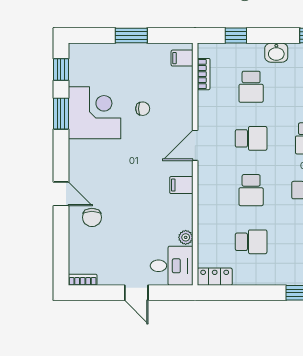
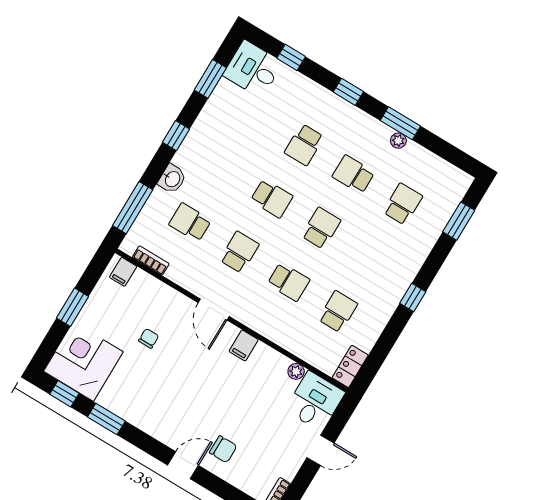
window: (236, 36) -> (133, 208), width x2.17
school desk: (251, 87) -> (190, 222), turned 180
corner desk: (95, 113) -> (83, 362), moved

